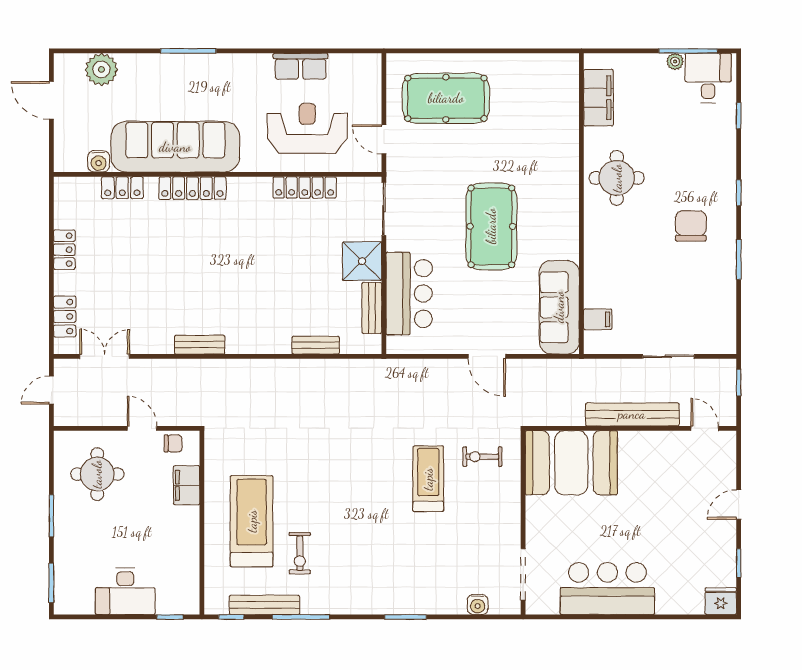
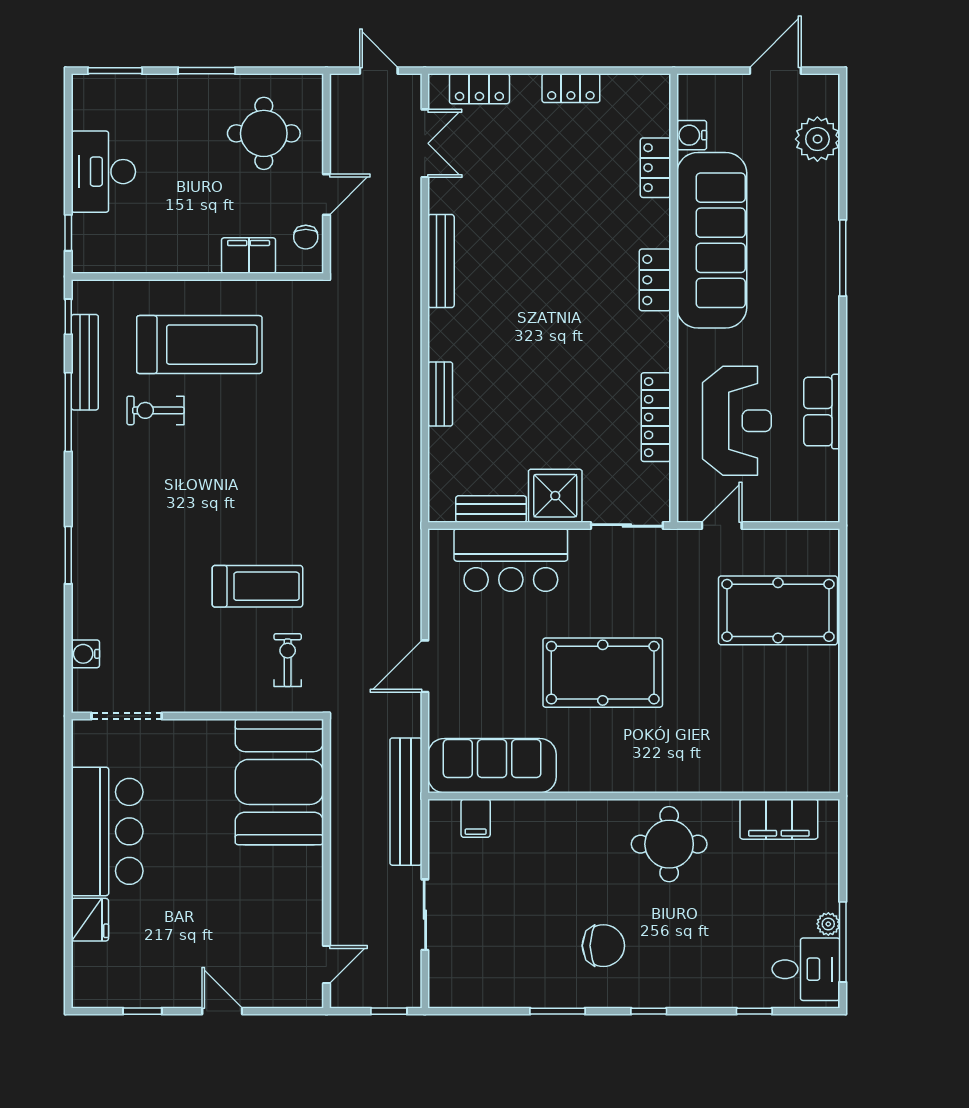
pool table: (446, 98) -> (778, 610), turned 90
locker: (192, 188) -> (655, 280), width x0.66
bench: (200, 345) -> (441, 261), width x1.36
bench: (316, 345) -> (440, 394), moved
bench: (632, 414) -> (406, 802), moved
fridge: (721, 601) -> (90, 920), moved

